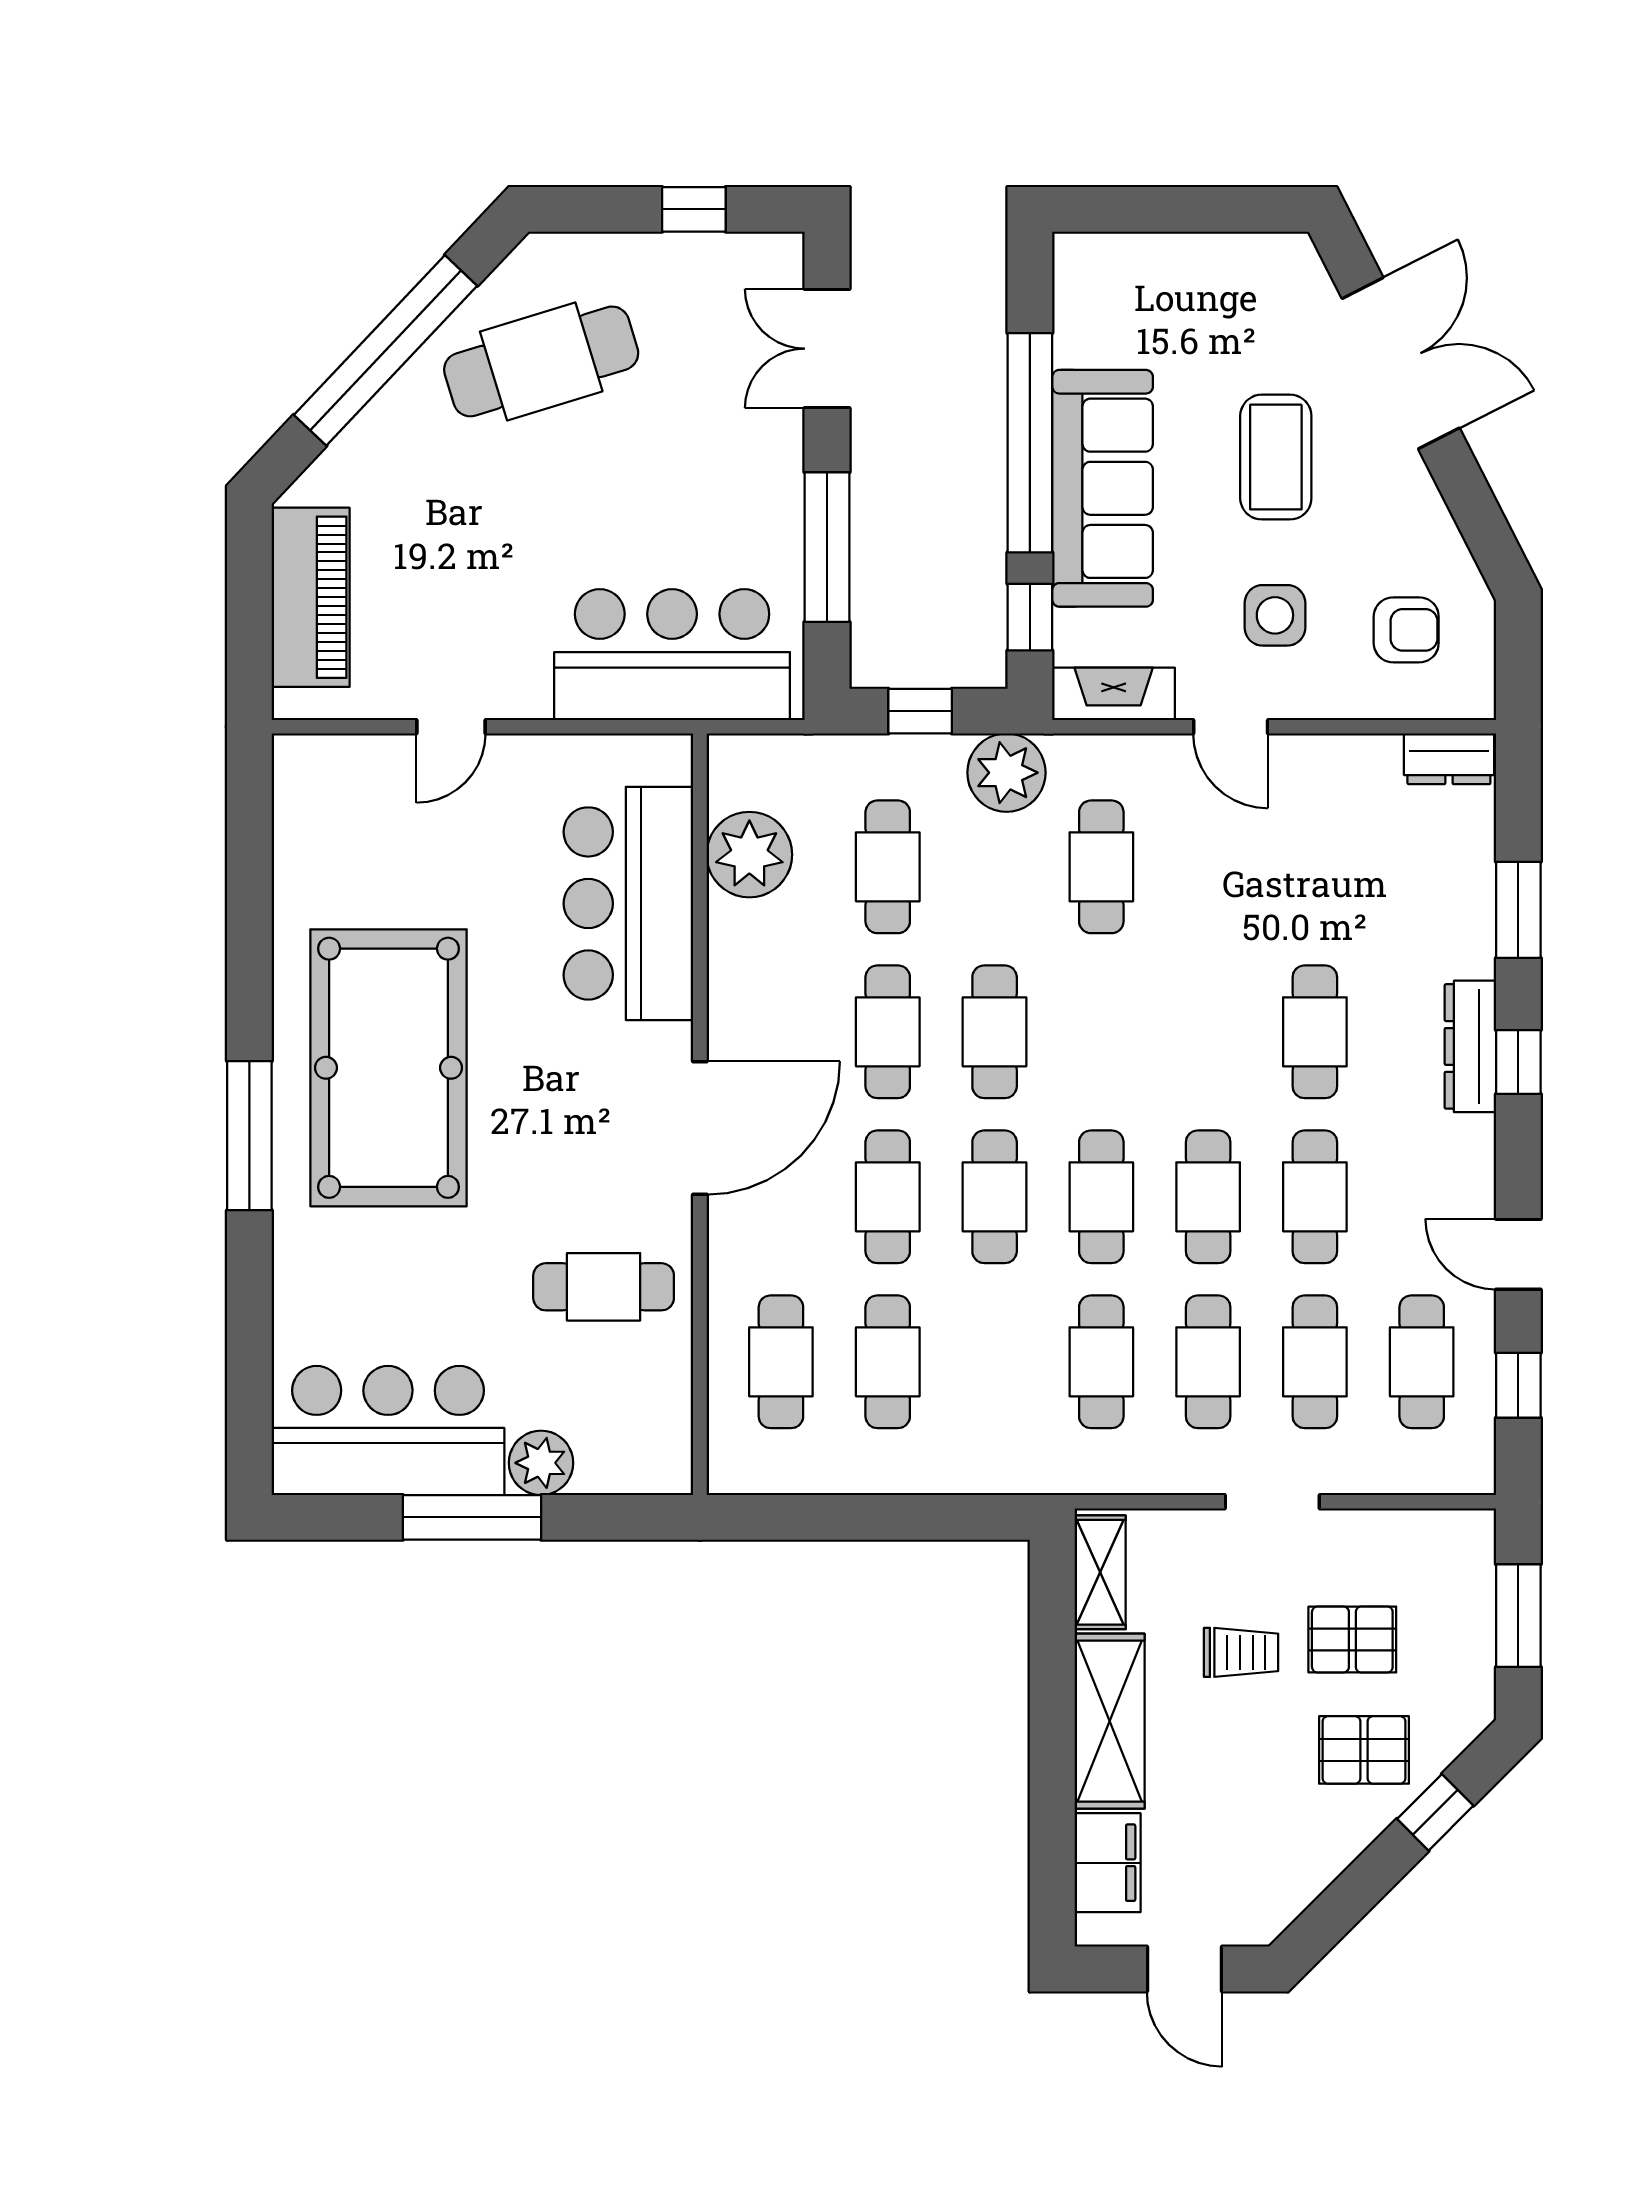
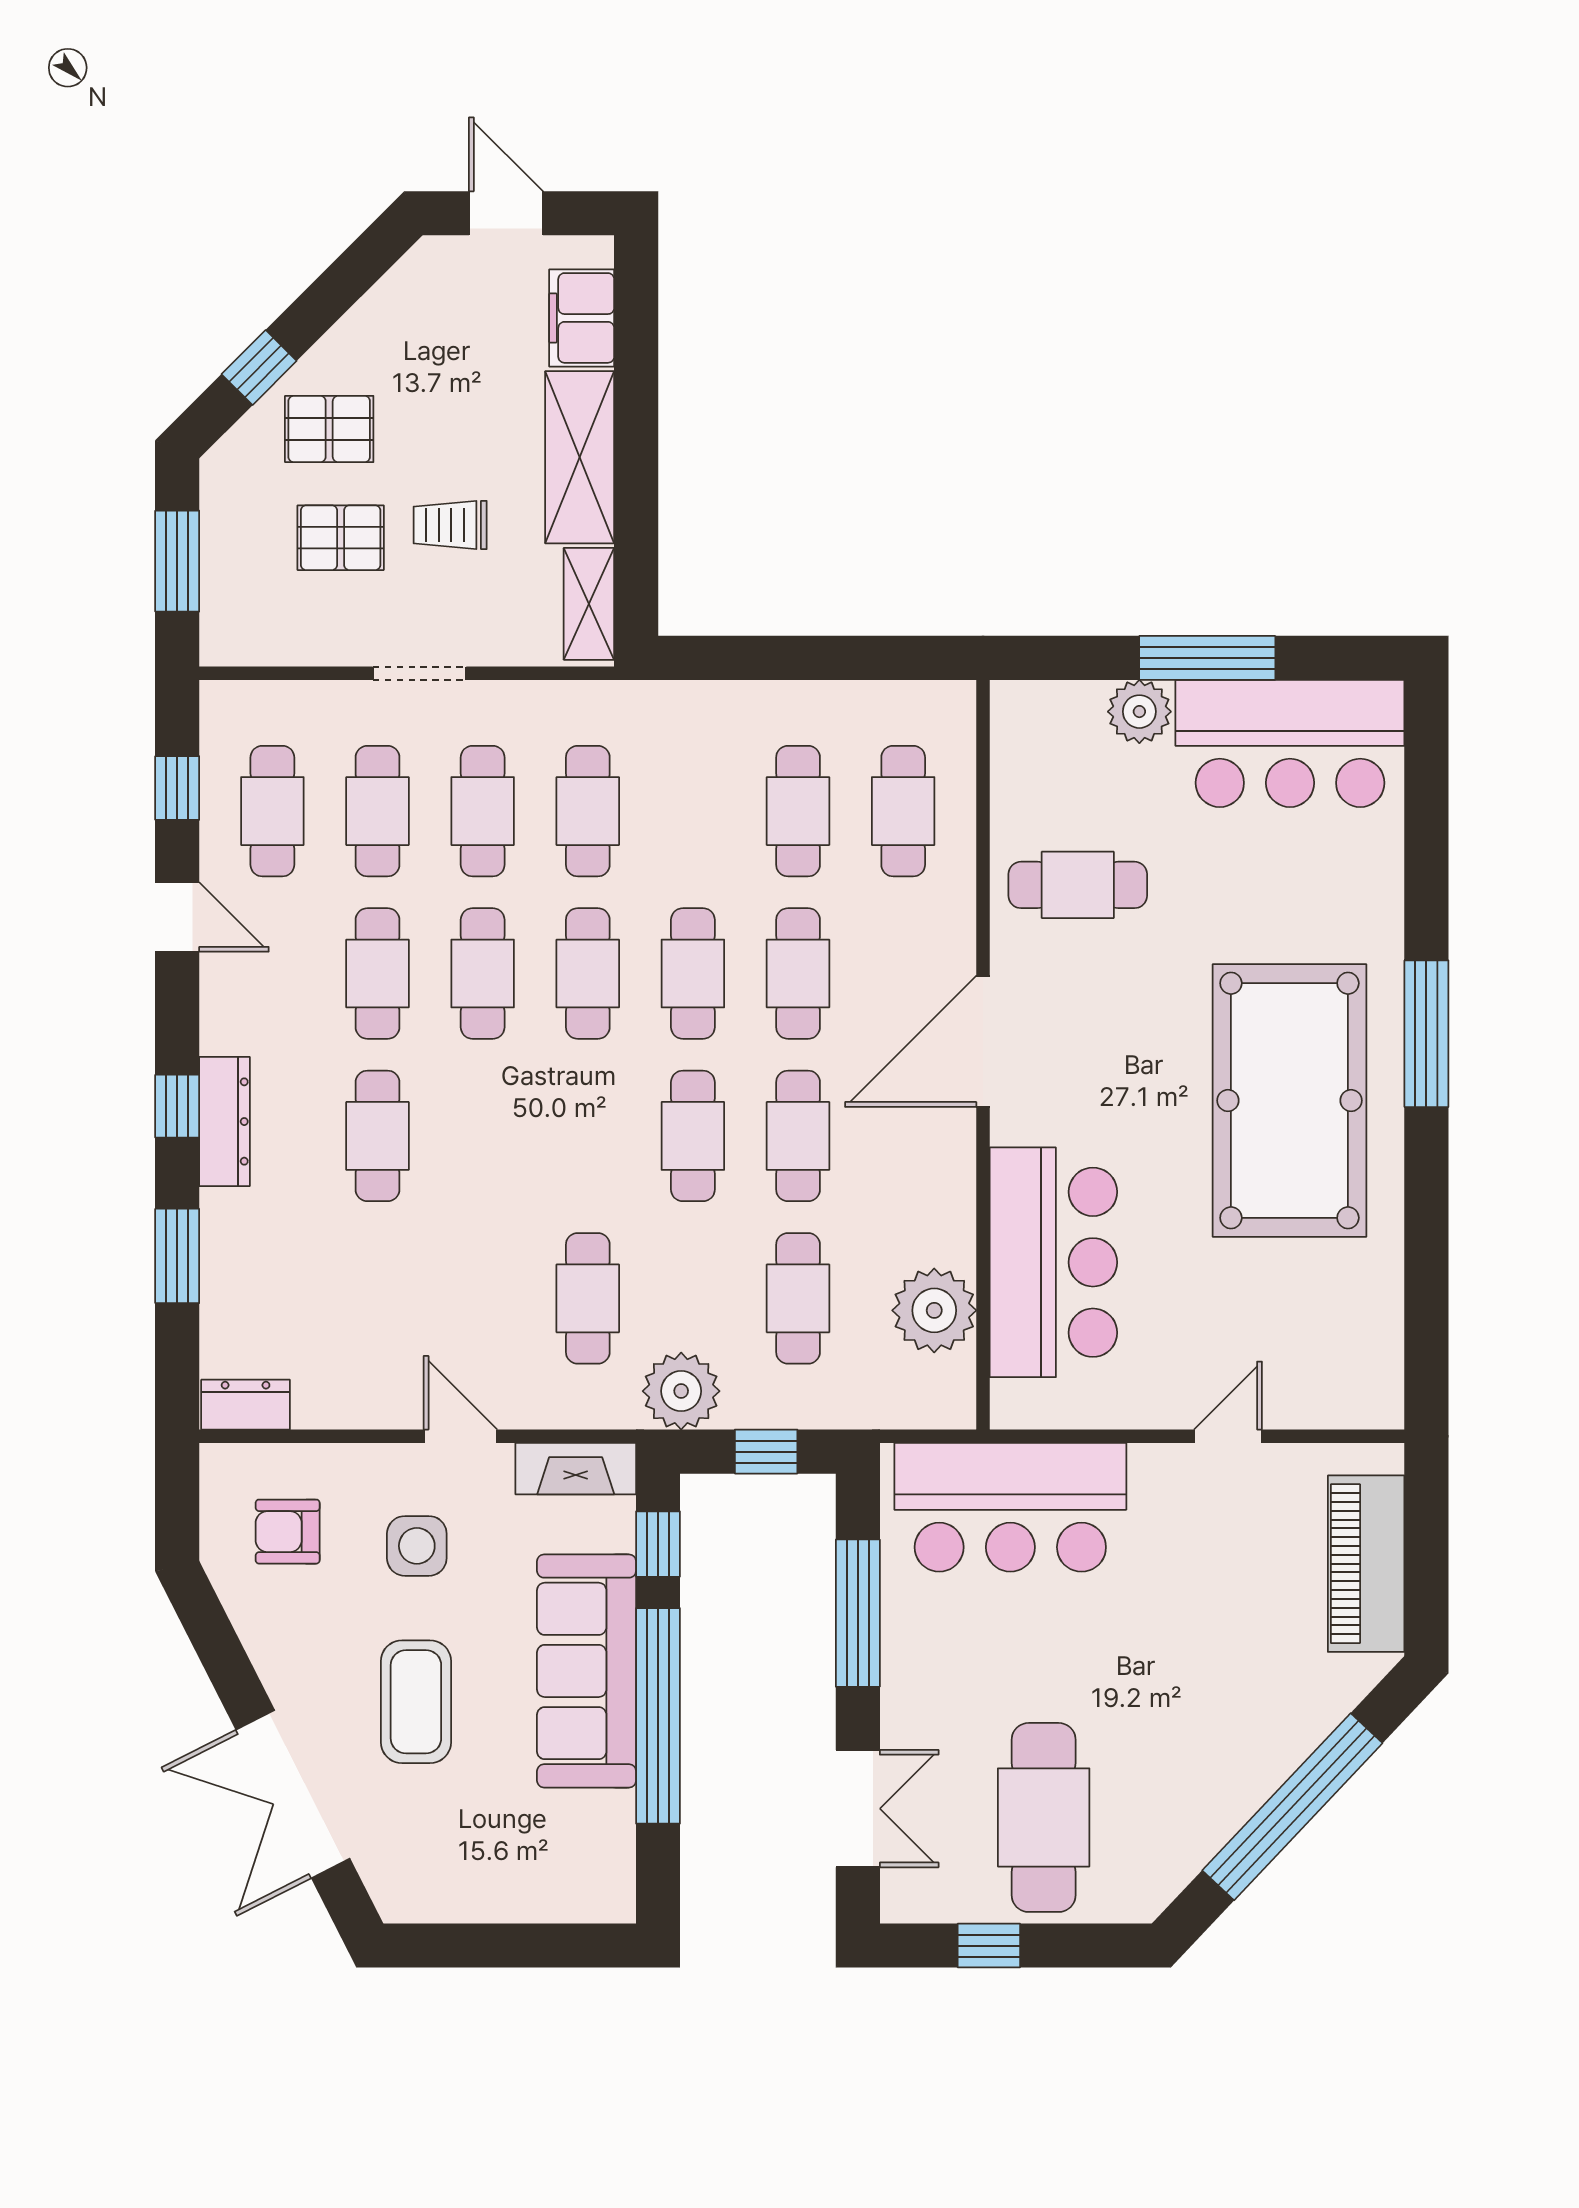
cafe table: (541, 361) -> (1044, 1817), moved, turned -73

